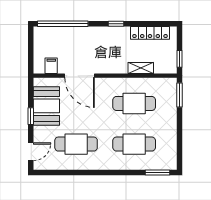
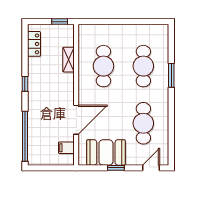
locker: (150, 33) -> (34, 44), width x0.66
window: (179, 95) -> (95, 22), removed
door: (31, 152) -> (151, 168), hinge flipped
window: (157, 172) -> (171, 75), moved

